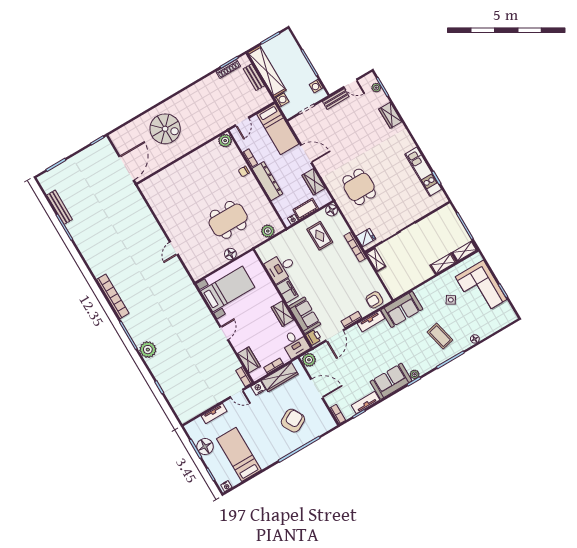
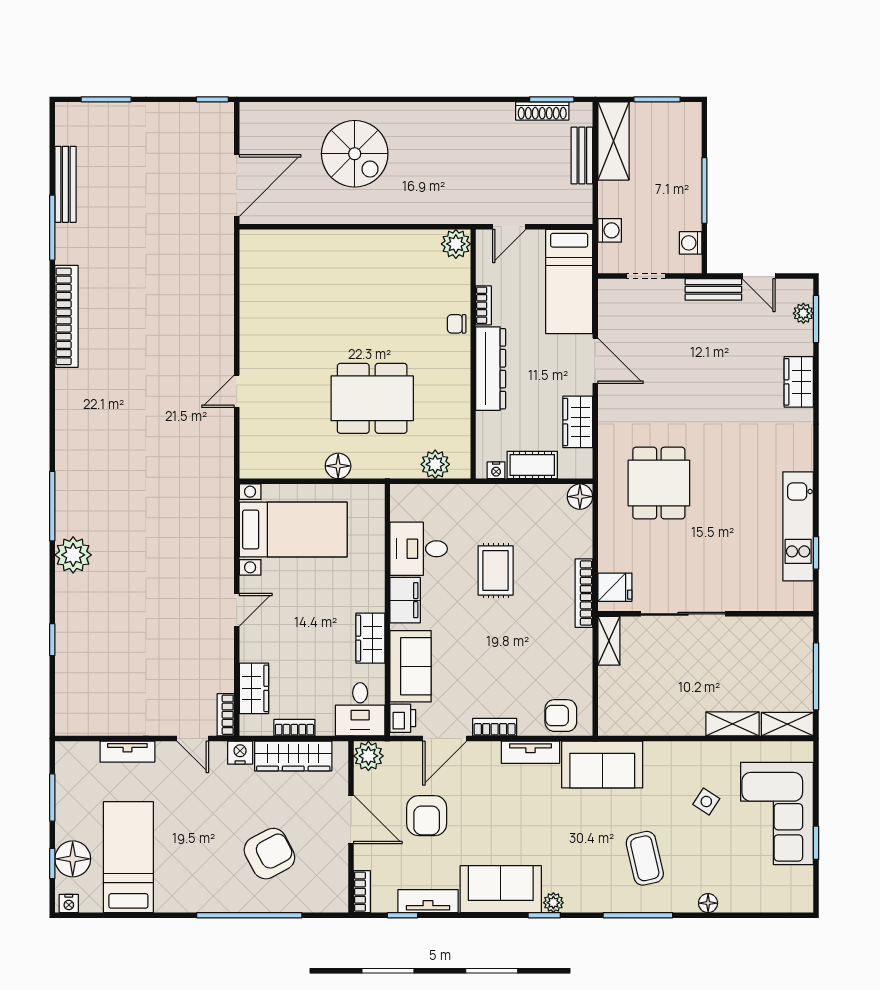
shelving: (267, 71) -> (613, 141), width x0.68
rug: (320, 236) -> (496, 570), moved
bookcase: (113, 296) -> (66, 316), moved
armchair: (345, 370) -> (427, 816), added
floor lamp: (205, 447) -> (73, 859), moved

